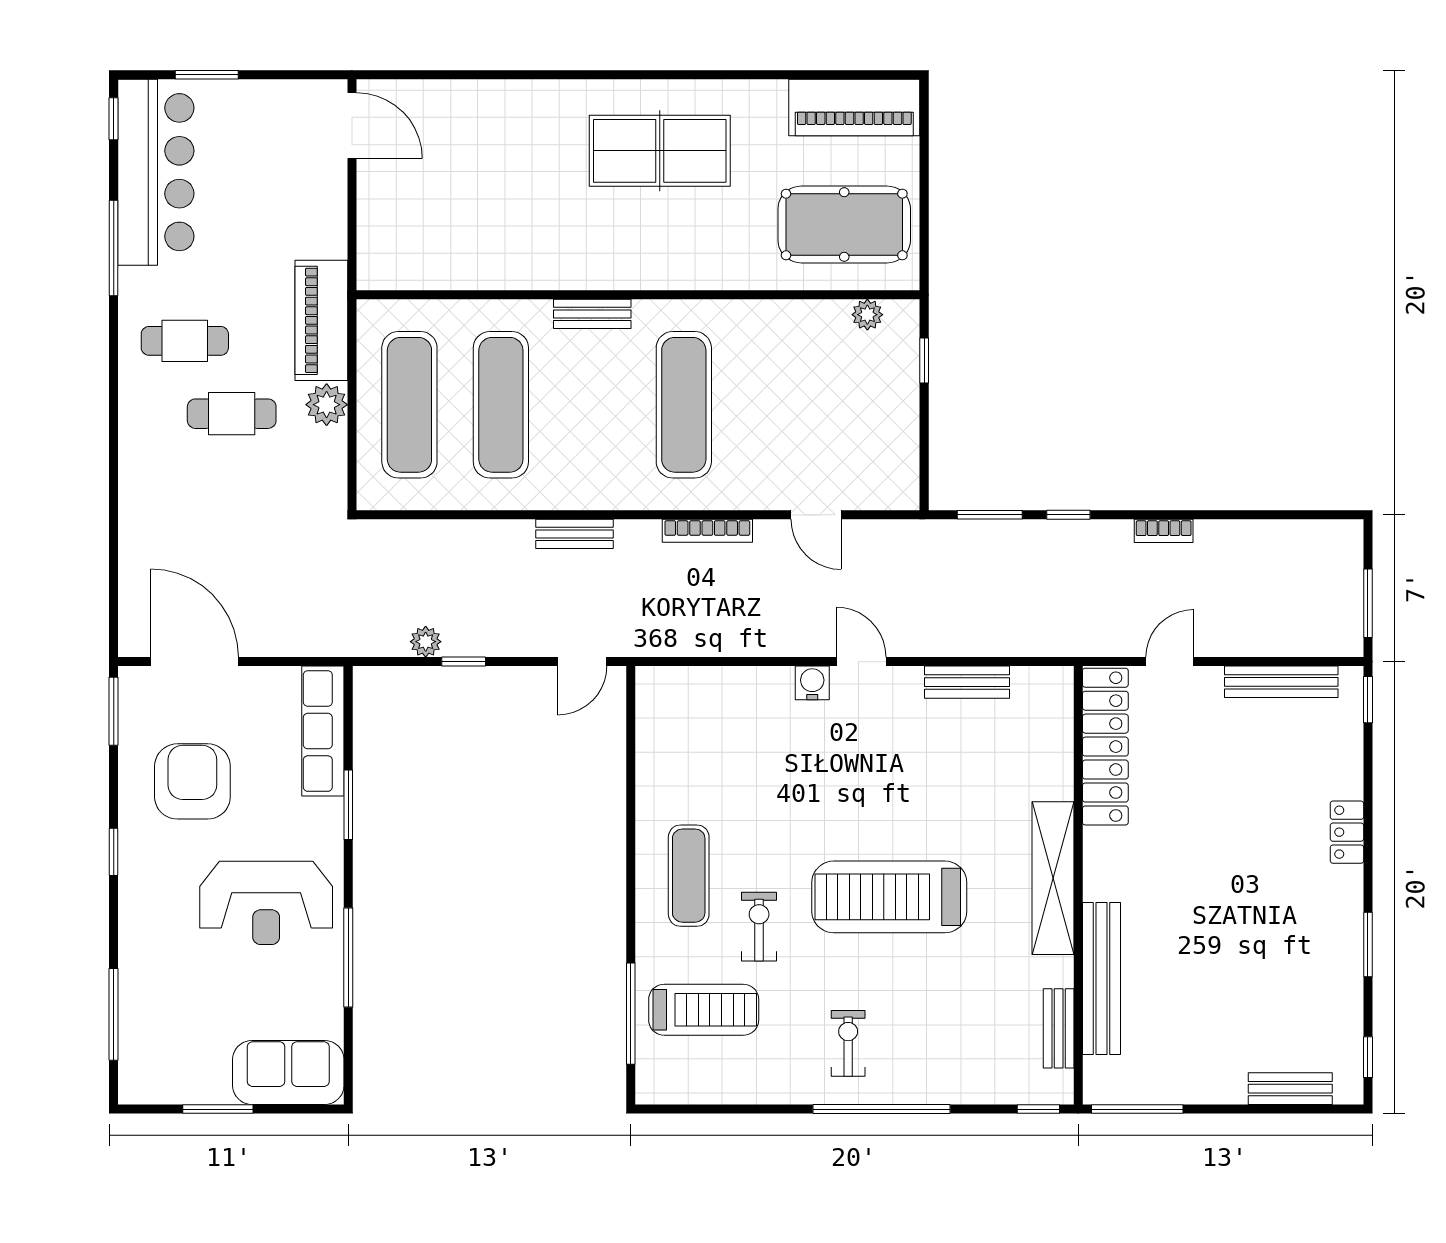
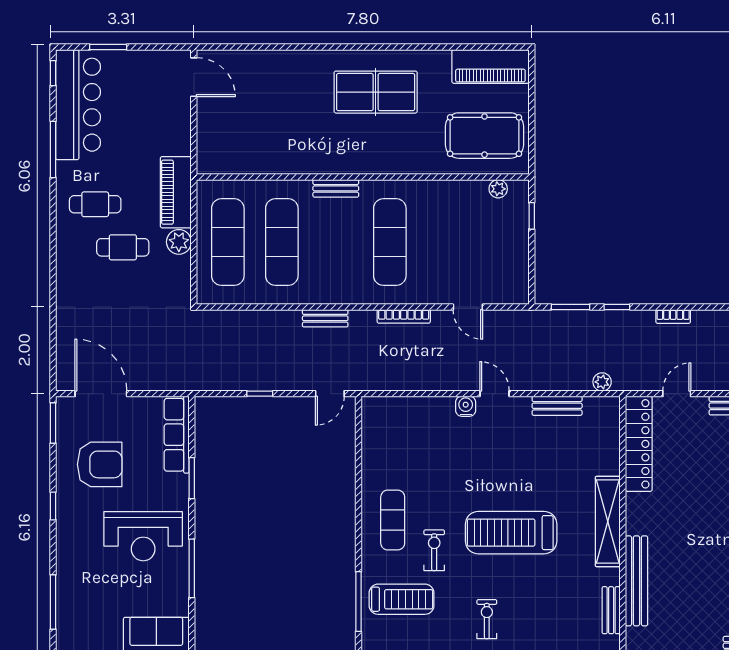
plant: (426, 642) -> (602, 382), moved
armchair: (192, 781) -> (100, 464), turned 90

